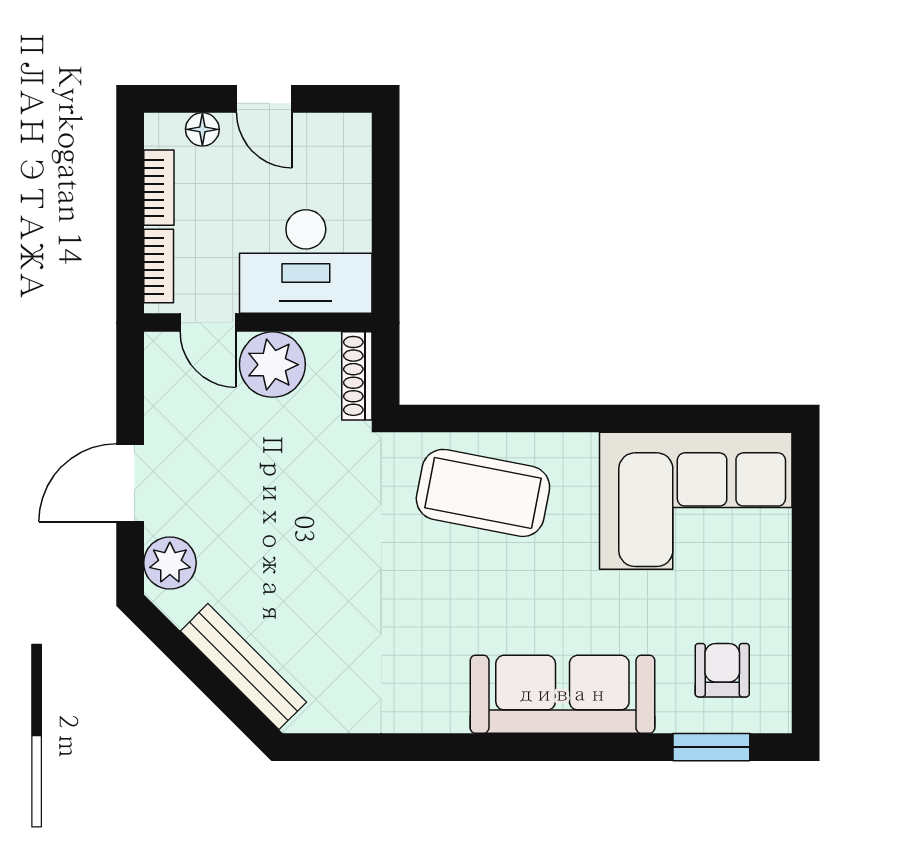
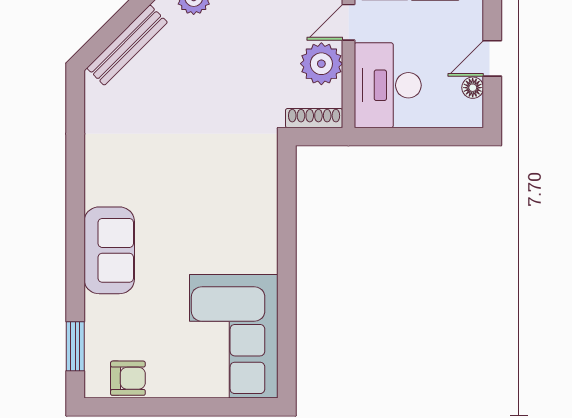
floor lamp: (202, 129) -> (473, 88), moved
coffee table: (483, 493) -> (239, 199), removed
armchair: (722, 670) -> (128, 378), moved
sofa: (562, 694) -> (109, 250), width x0.73

